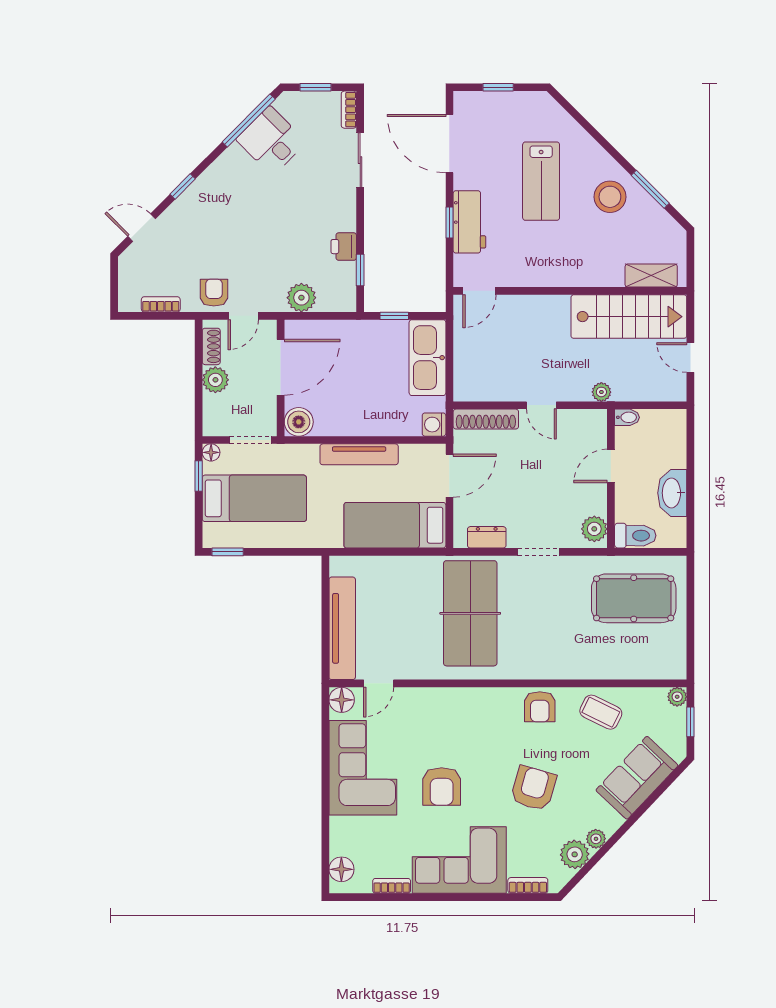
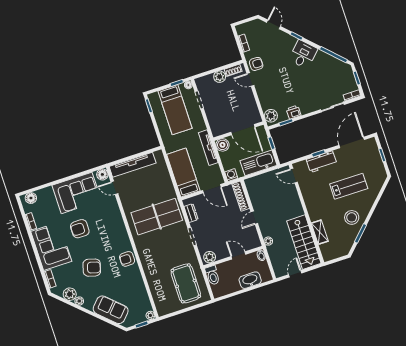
desk: (271, 141) -> (303, 54), moved
lab bench: (541, 181) -> (349, 186), turned 180
shelving: (651, 276) -> (320, 232), moved
plant: (301, 298) -> (271, 116), moved
door: (281, 367) -> (243, 130), moved
wall: (281, 378) -> (238, 131), moved
boiler: (299, 422) -> (222, 145), moved
washbasin: (672, 493) -> (250, 280), moved
coffee table: (601, 712) -> (133, 285), removed

